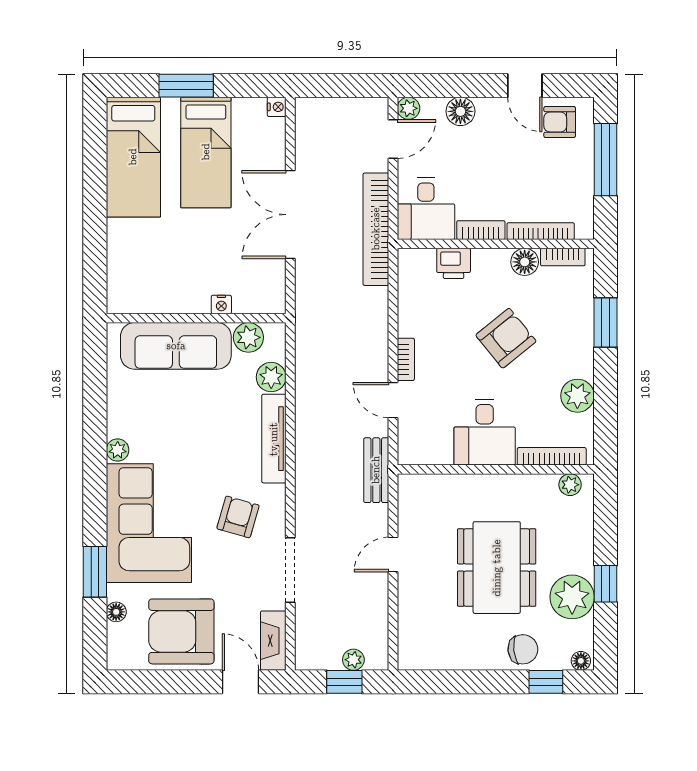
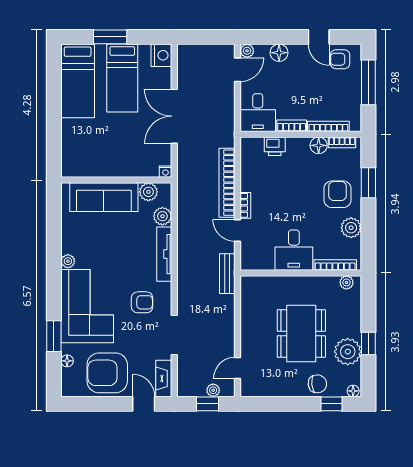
nightstand: (277, 107) -> (161, 55), width x1.89, depth x1.79
bookcase: (376, 229) -> (227, 183), moved
nightstand: (221, 304) -> (166, 172), moved
armchair: (506, 338) -> (338, 194), moved, turned -51
armchair: (238, 517) -> (142, 302), turned 74
door: (393, 555) -> (237, 368), moved

